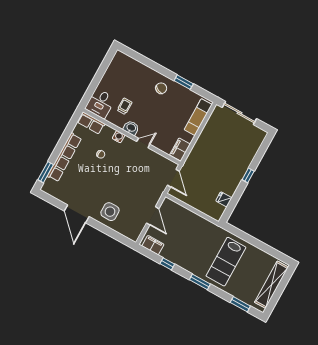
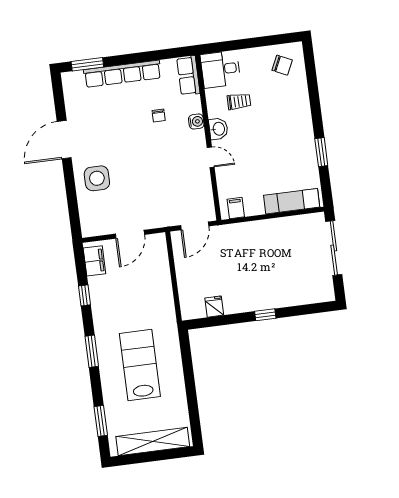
chair: (161, 88) -> (282, 65), moved
filing cabinet: (180, 149) -> (236, 208), width x0.50
lab bench: (226, 262) -> (140, 365), turned 90

